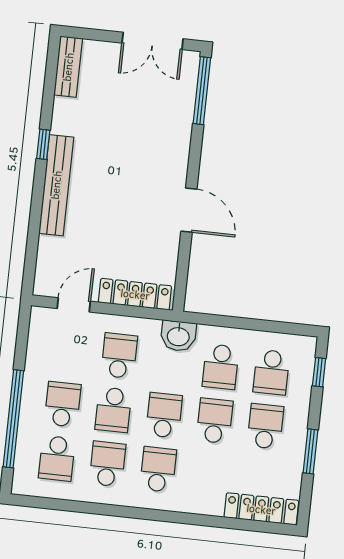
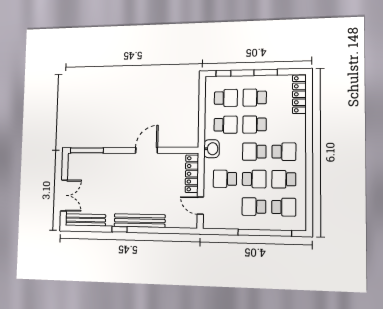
double door: (153, 41) -> (64, 195), moved
bench: (68, 67) -> (85, 220), width x1.36
school desk: (158, 469) -> (284, 152), turned 180

